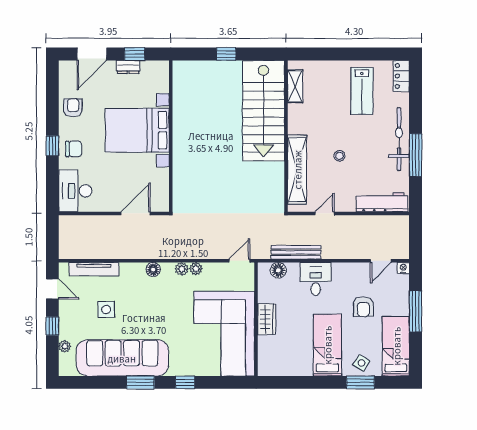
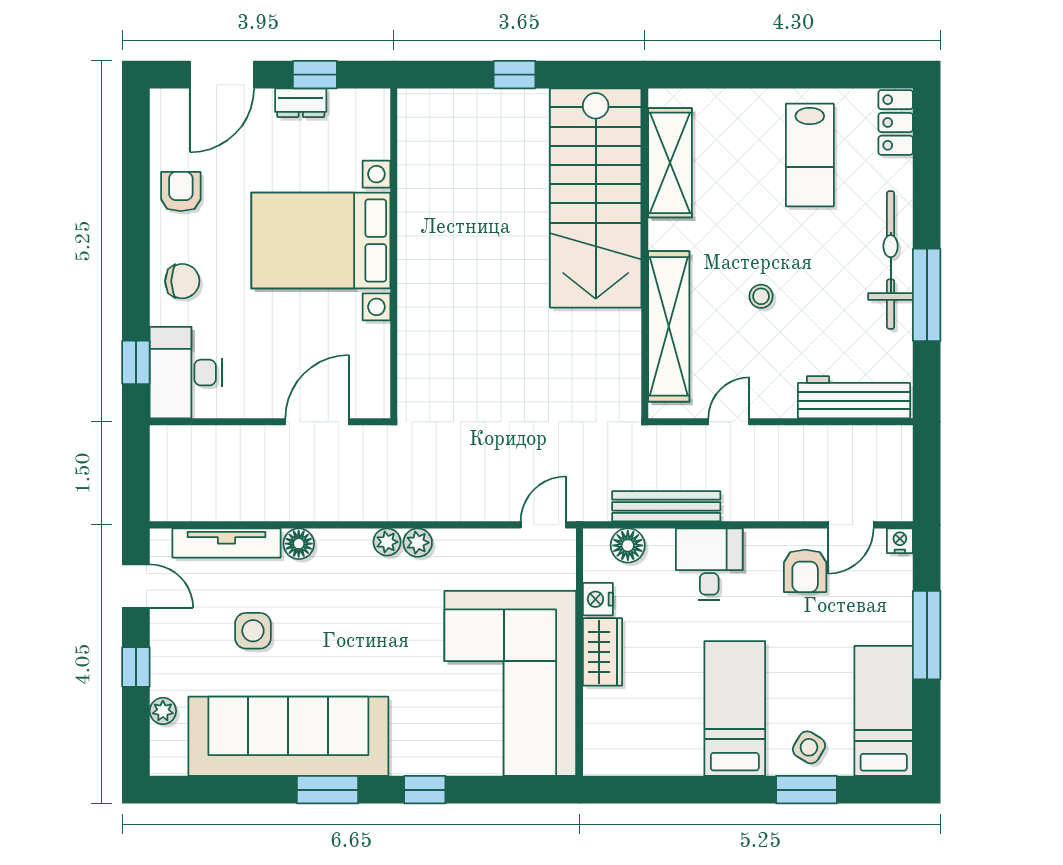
shelving: (295, 86) -> (670, 163), width x1.50, depth x1.33
window: (52, 146) -> (136, 362), moved
floor lamp: (153, 269) -> (299, 544), moved
plant: (196, 269) -> (387, 542), moved
nightstand: (265, 295) -> (598, 599), added
armchair: (363, 307) -> (805, 571), moved

